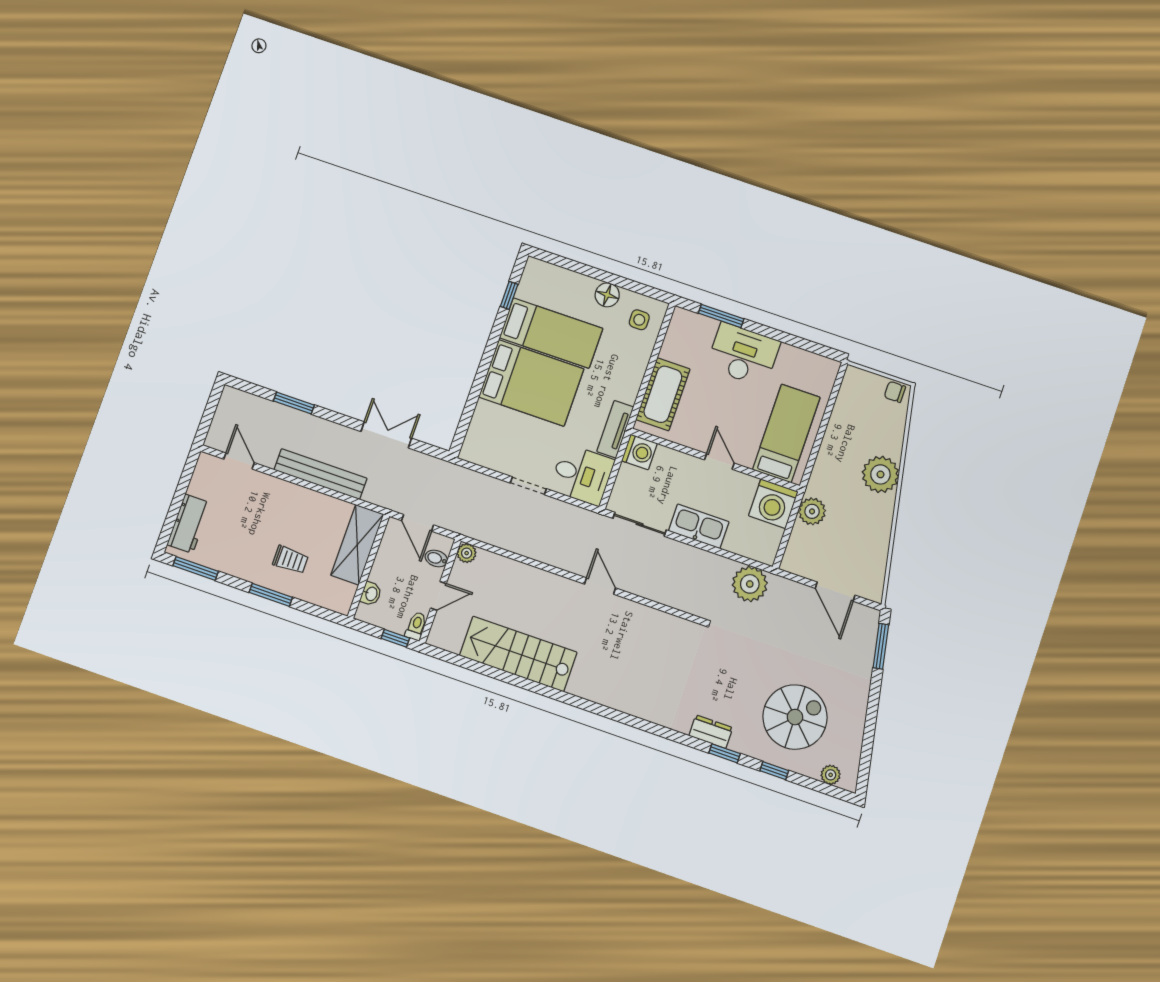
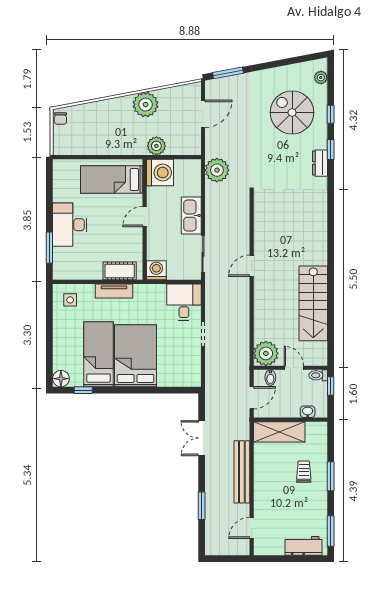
floor lamp: (607, 295) -> (61, 379), moved
cot: (663, 394) -> (120, 271), width x0.73, depth x0.75
tv unit: (615, 429) -> (114, 291), moved
plant: (880, 474) -> (146, 105), moved
plant: (467, 553) -> (266, 353), width x1.88, depth x1.88

